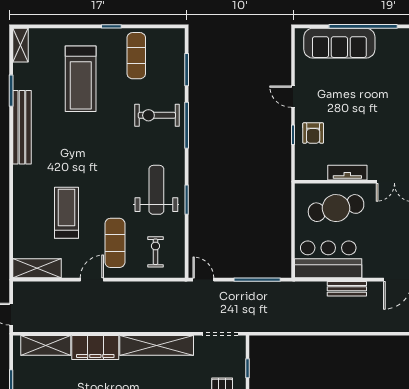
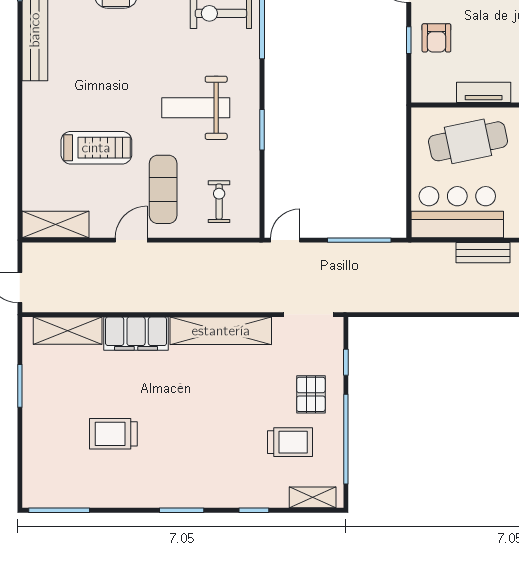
weight bench: (156, 190) -> (196, 108), moved, turned -90
treadmill: (67, 213) -> (96, 148), turned 90
door: (203, 280) -> (285, 240), hinge flipped

